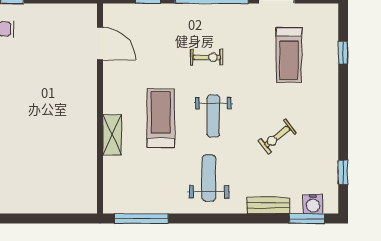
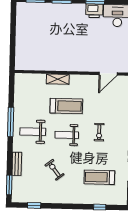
weight bench: (209, 178) -> (33, 132), turned 180
water cooler: (313, 204) -> (17, 188), removed
window: (141, 219) -> (11, 122), moved

